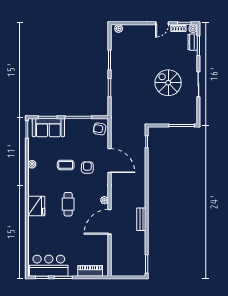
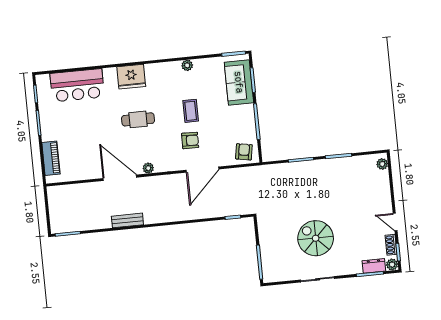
spiral stairs: (168, 83) -> (316, 238), turned -90
bar counter: (49, 266) -> (77, 85), moved, turned 90

